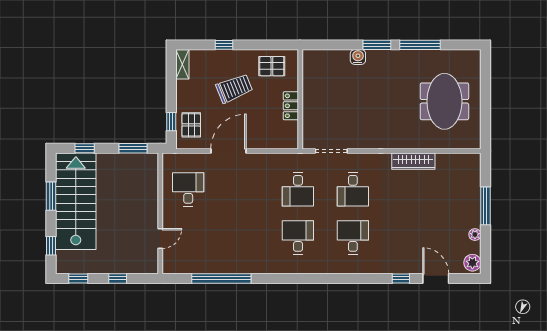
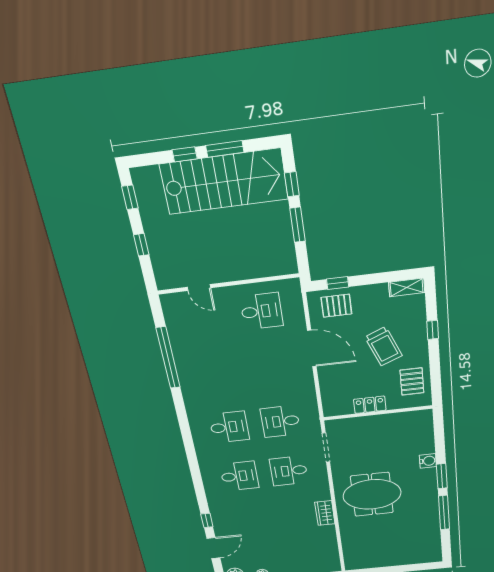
meeting table: (444, 101) -> (372, 494), moved
window: (133, 148) -> (298, 225), moved
wardrobe: (413, 161) -> (325, 513), width x0.67
window: (51, 246) -> (185, 154), moved

